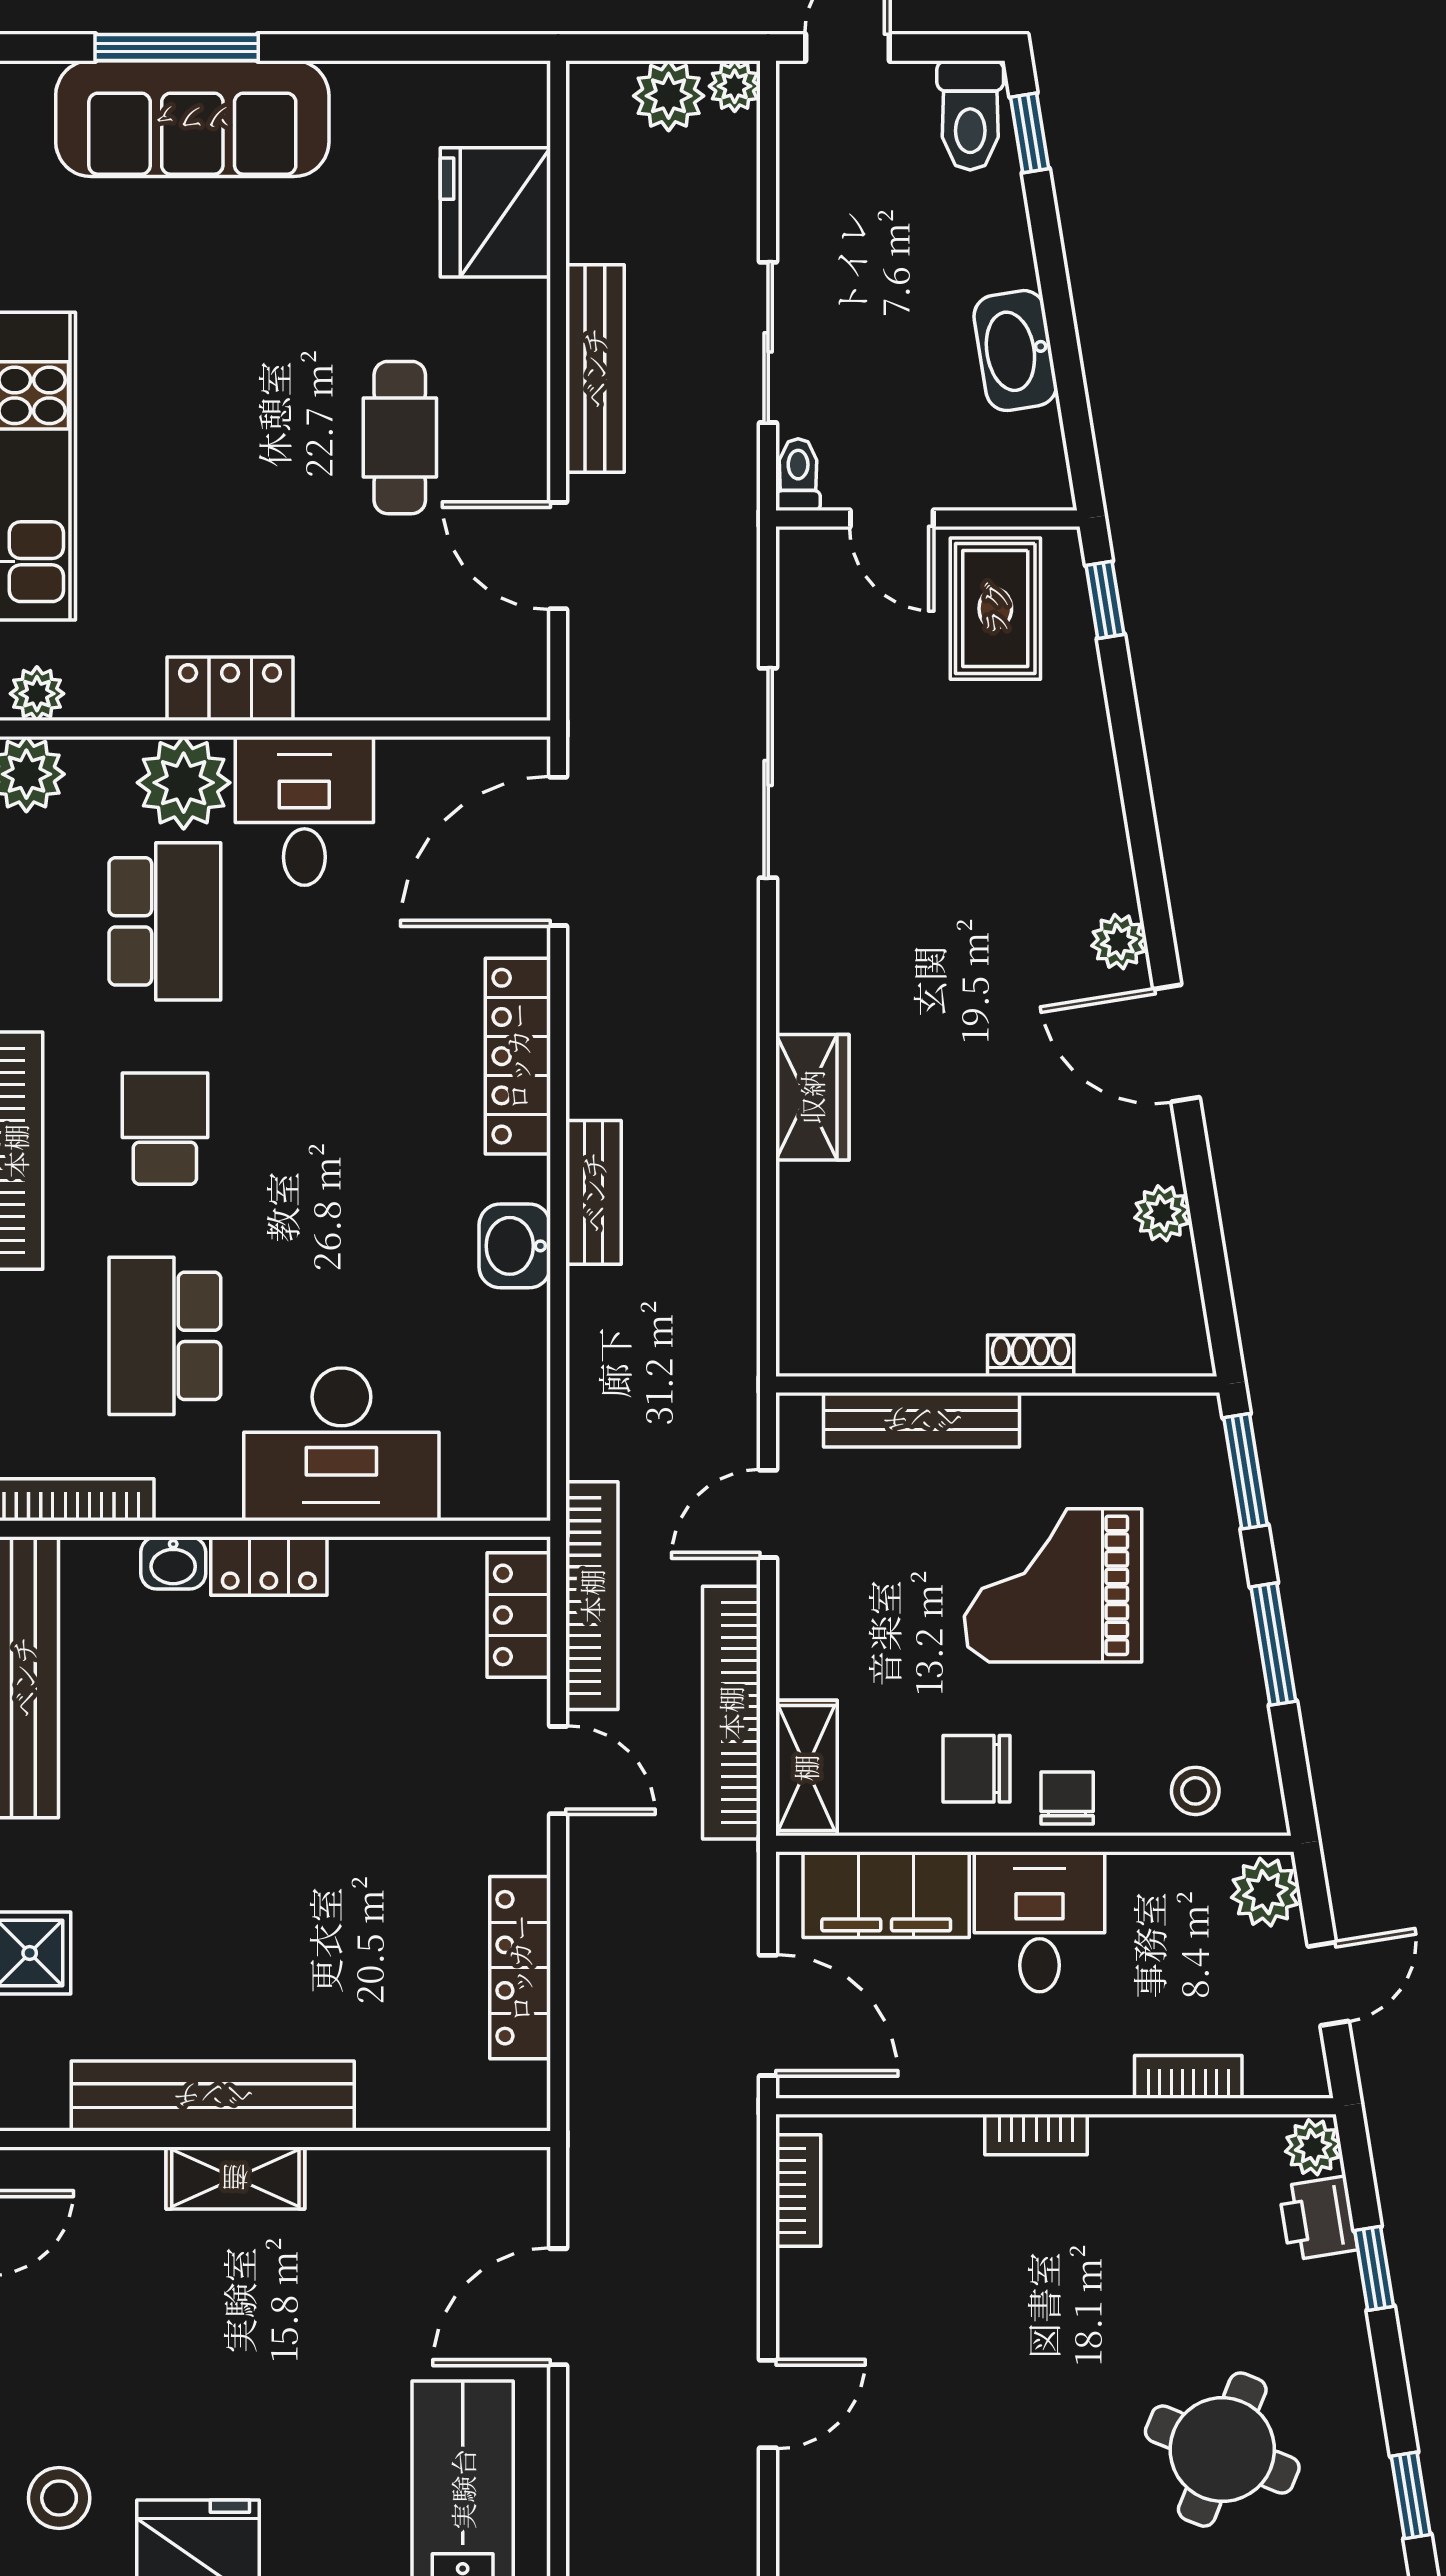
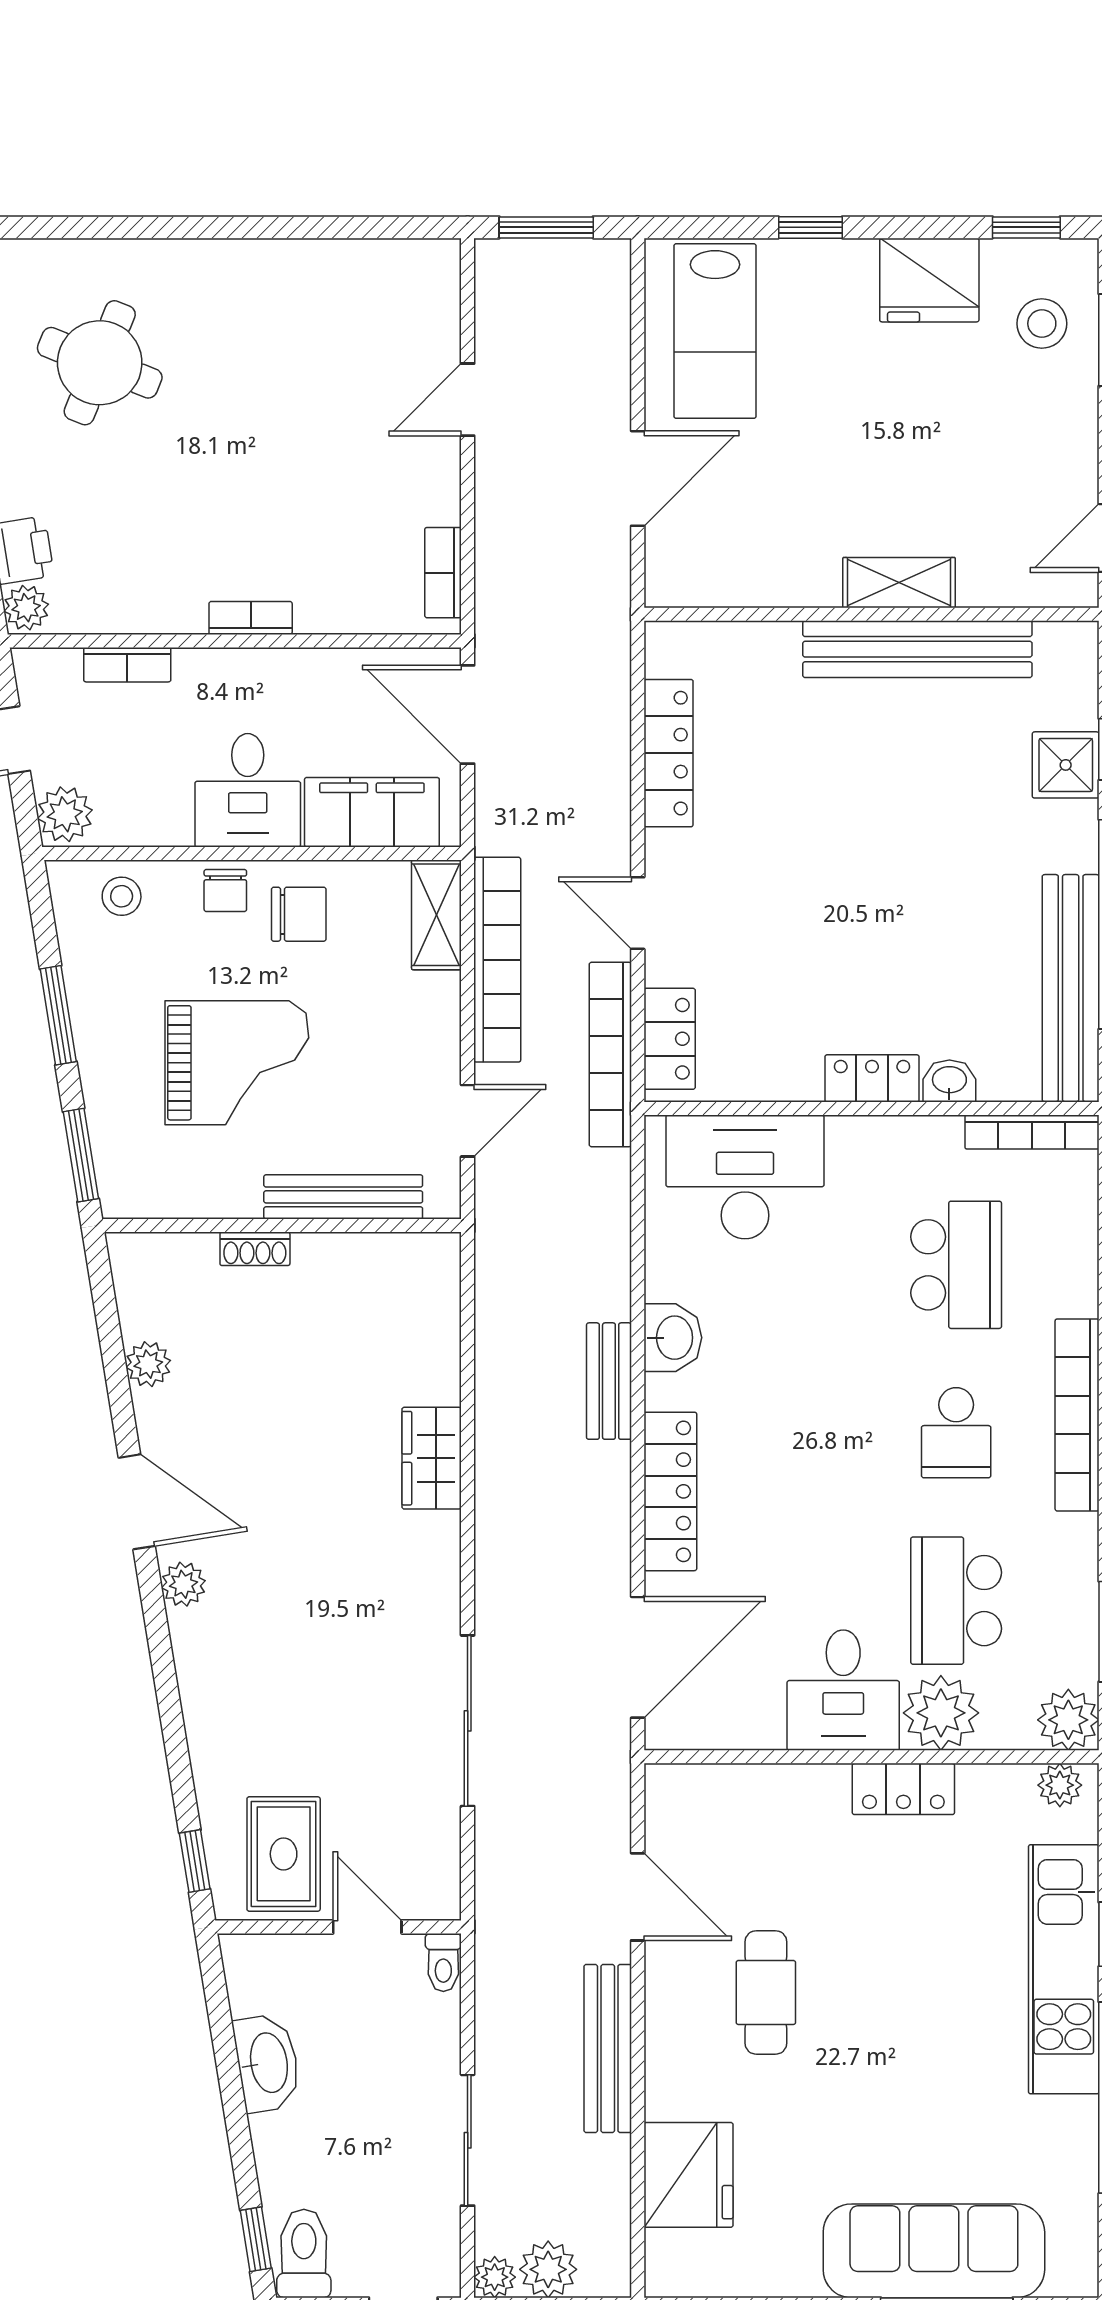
sliding door: (768, 342) -> (468, 2140), moved
desk: (341, 1444) -> (745, 1177), moved

